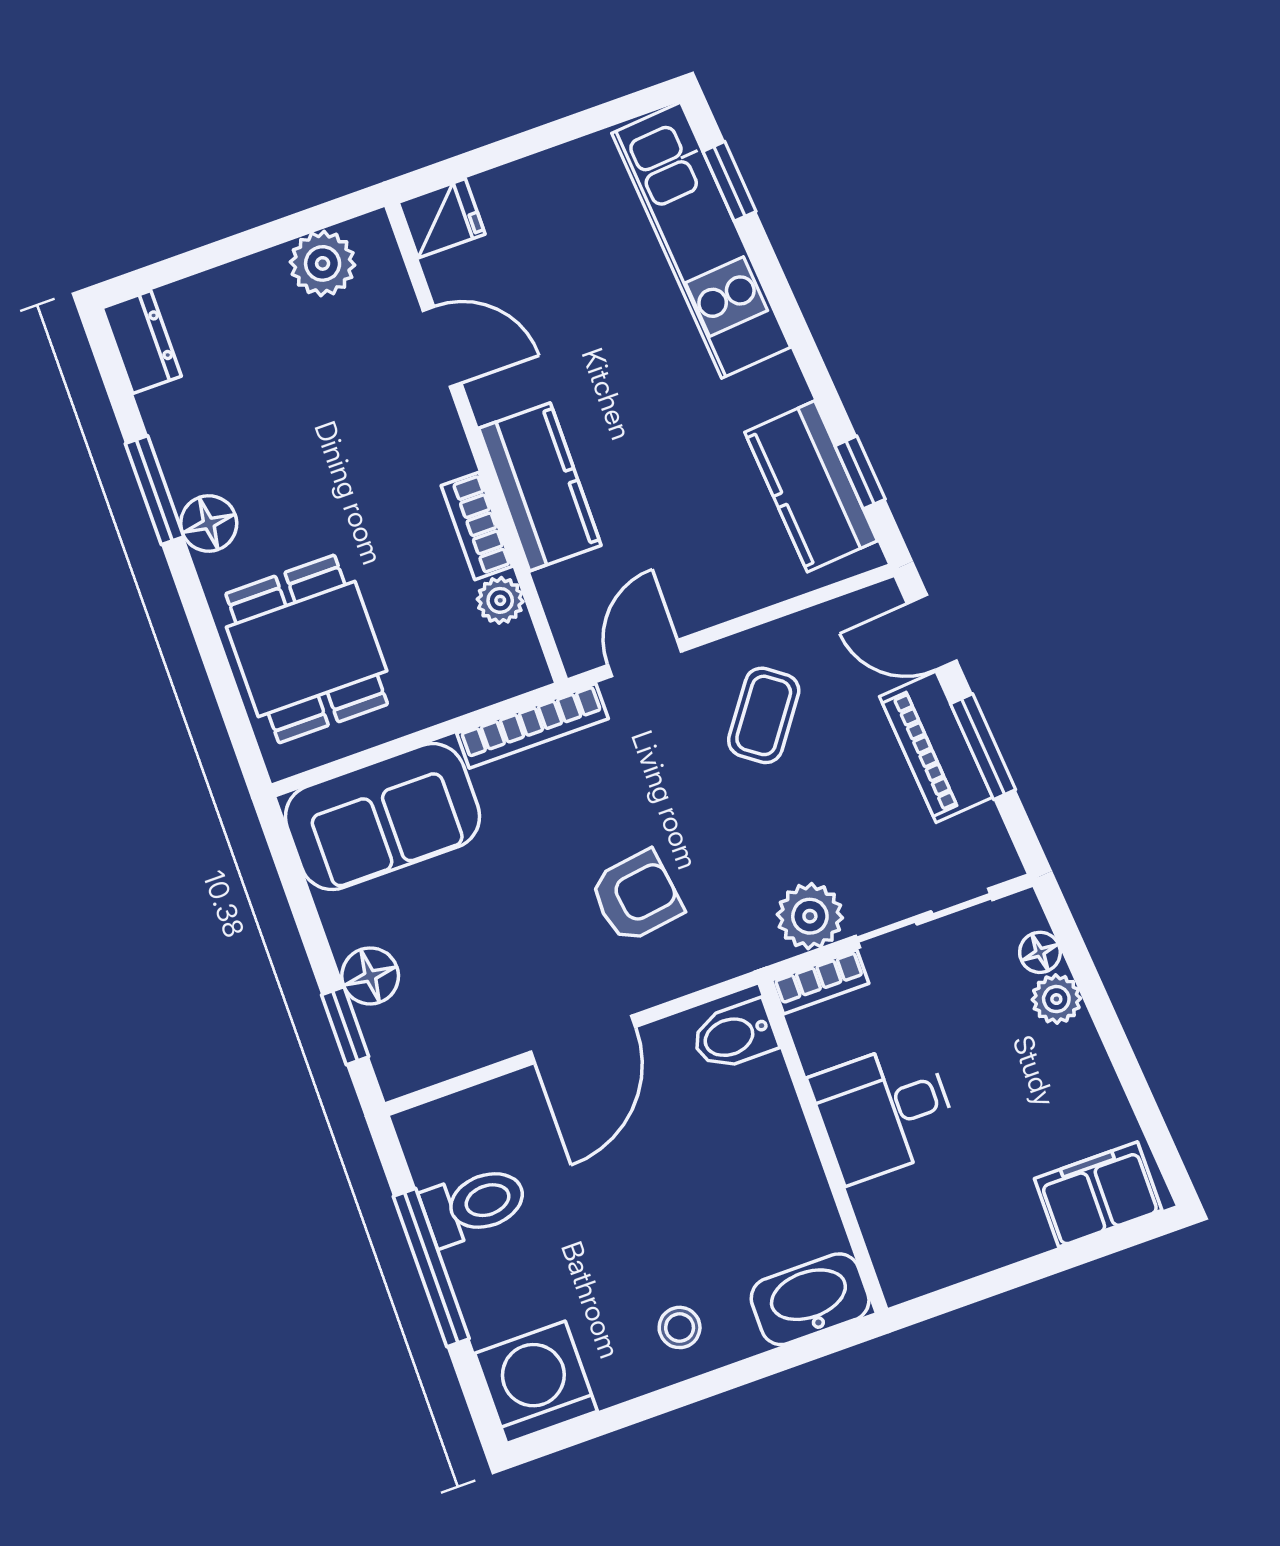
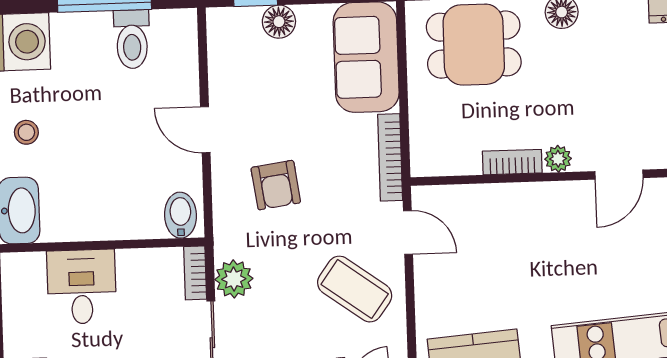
kitchen counter: (540, 487) -> (523, 204), removed
plant: (500, 600) -> (558, 159), moved
coffee table: (764, 715) -> (355, 289), width x1.36, depth x1.30
door: (583, 1039) -> (205, 130), width x0.73
desk: (884, 1111) -> (82, 287), moved

